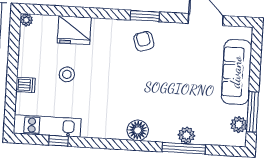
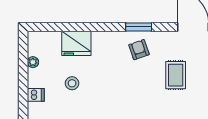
plant: (26, 20) -> (33, 62), moved
rug: (183, 72) -> (176, 75), added

